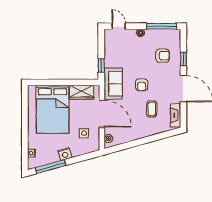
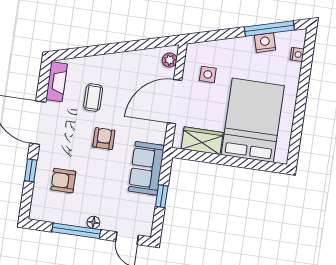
window: (162, 26) -> (76, 231), moved
window: (101, 66) -> (162, 196), moved
sofa: (113, 84) -> (146, 168), moved
door: (102, 114) -> (175, 102), hinge flipped
nightstand: (65, 154) -> (265, 43), moved

